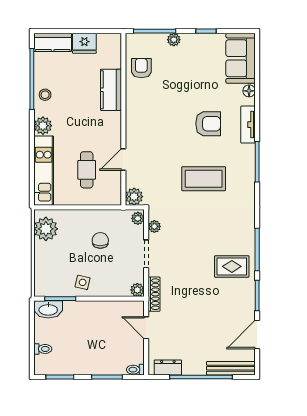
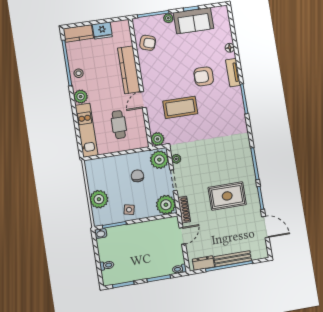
sofa: (241, 58) -> (194, 21), moved, turned -90
armchair: (141, 68) -> (148, 43), turned 108
kitchen counter: (111, 90) -> (129, 70), width x1.50
armchair: (208, 124) -> (204, 76), turned 180
door: (123, 160) -> (143, 100), moved
coffee table: (204, 179) -> (180, 107), moved
plant: (138, 218) -> (159, 160), width x1.88, depth x1.88
plant: (46, 229) -> (99, 199), moved
rug: (232, 266) -> (227, 196), moved, width x1.36, depth x1.43
plant: (137, 290) -> (166, 205), width x1.87, depth x1.87
washbasin: (48, 309) -> (101, 233), width x0.52, depth x0.69
door: (146, 328) -> (182, 236), swing flipped
door: (257, 334) -> (265, 227), swing flipped
bench: (231, 368) -> (233, 259), moved

